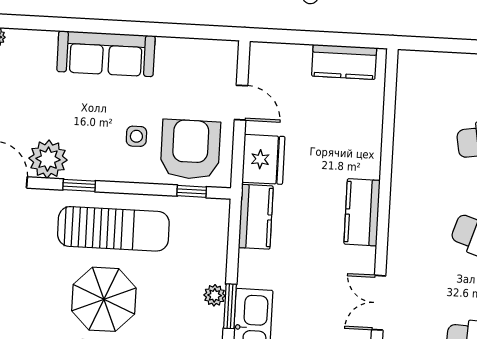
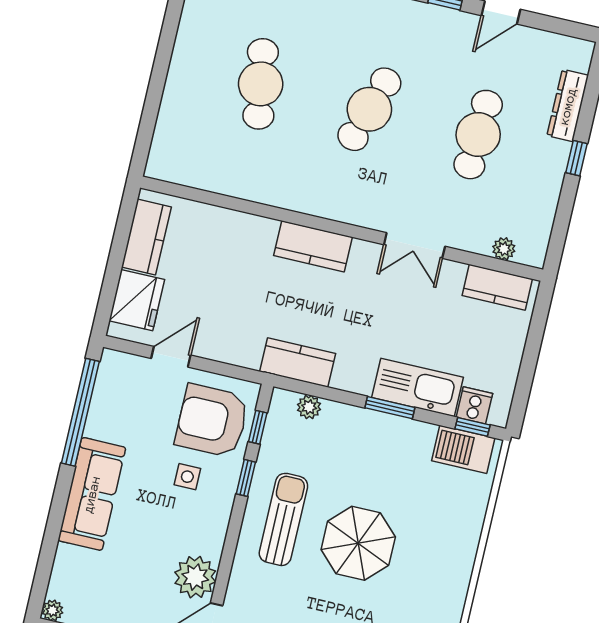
window: (177, 31) -> (80, 412), added
fridge: (263, 159) -> (137, 300), moved, turned 90
window: (79, 185) -> (246, 478), moved
sun lounger: (113, 229) -> (283, 519), width x0.73, depth x0.75
plant: (215, 295) -> (309, 407), moved

